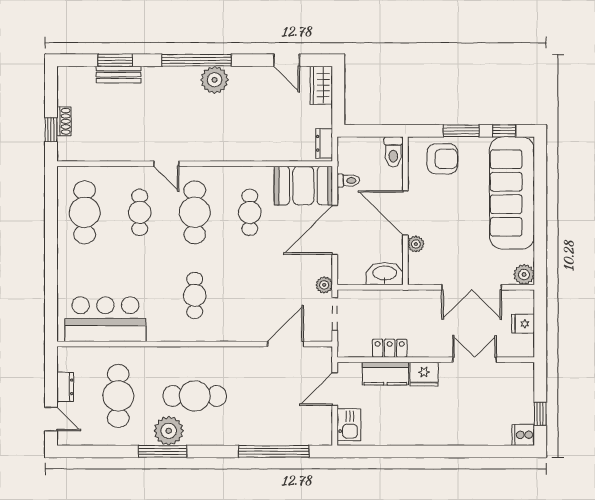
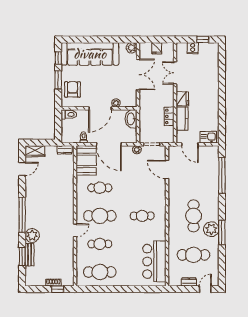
plant: (214, 80) -> (32, 235), moved
cooker: (523, 435) -> (193, 48), moved

